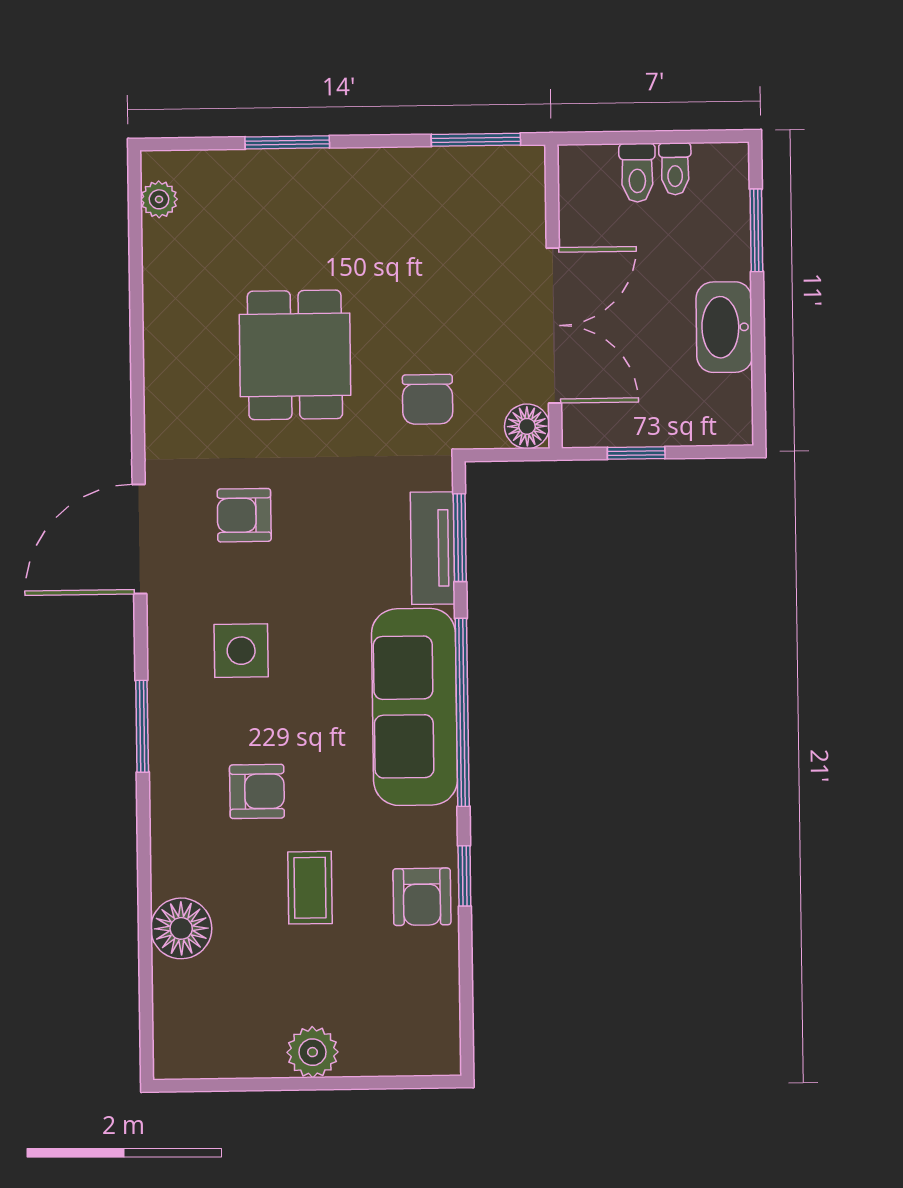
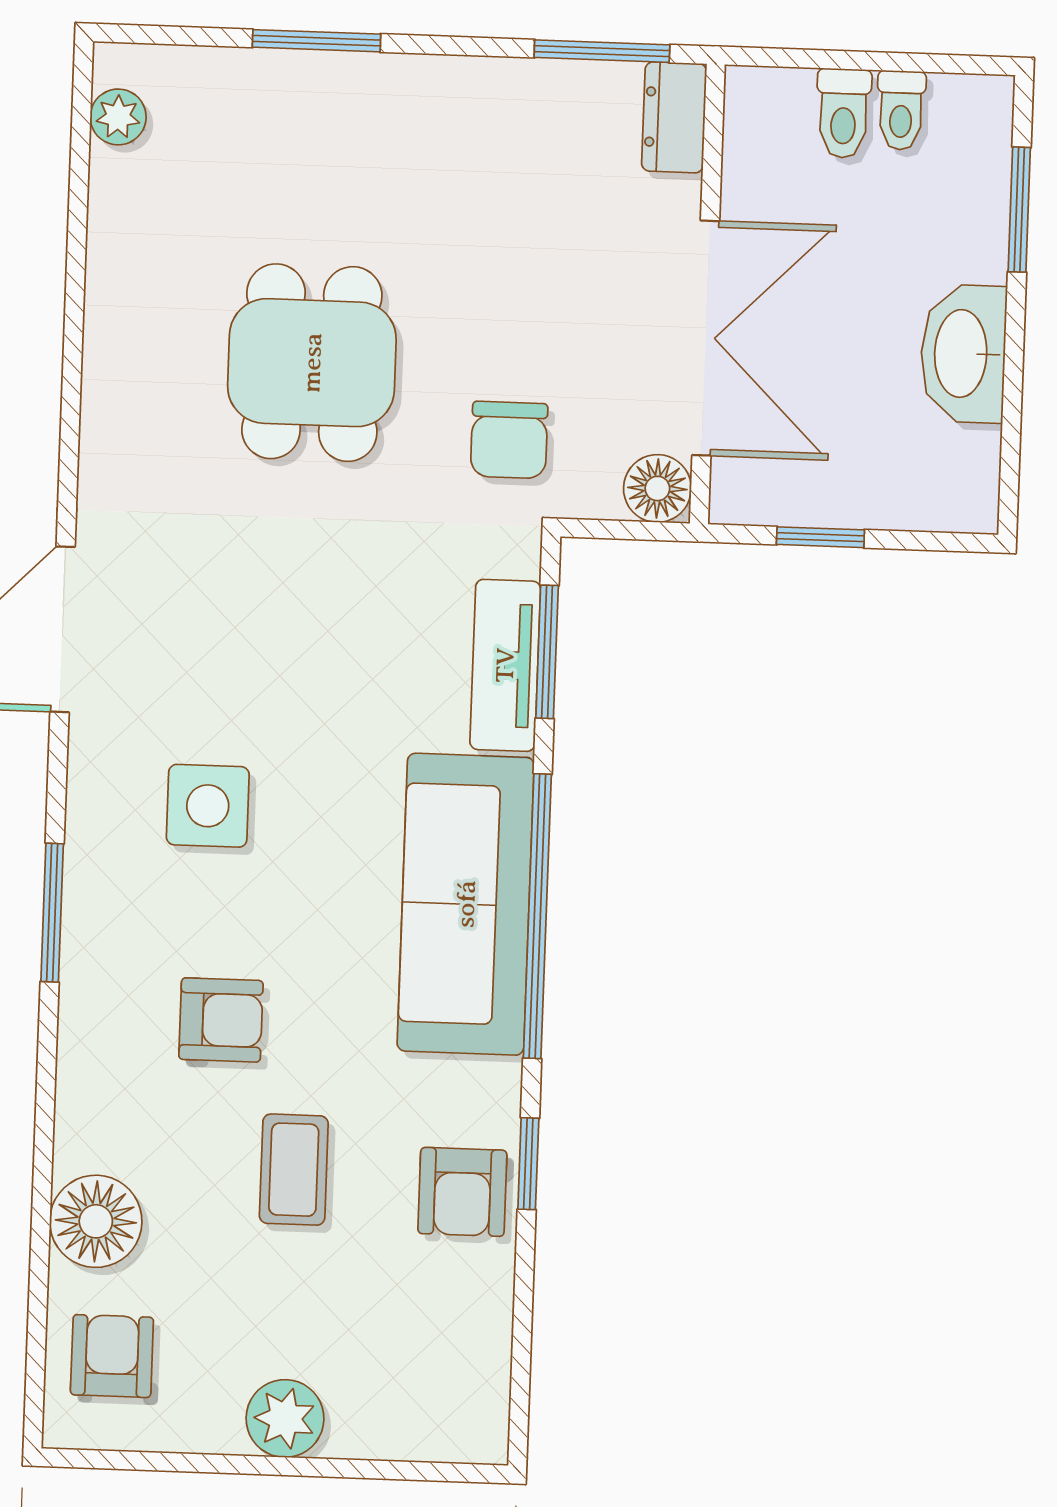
dresser: (526, 181) -> (674, 117), added
armchair: (244, 515) -> (112, 1356), moved, turned 90

